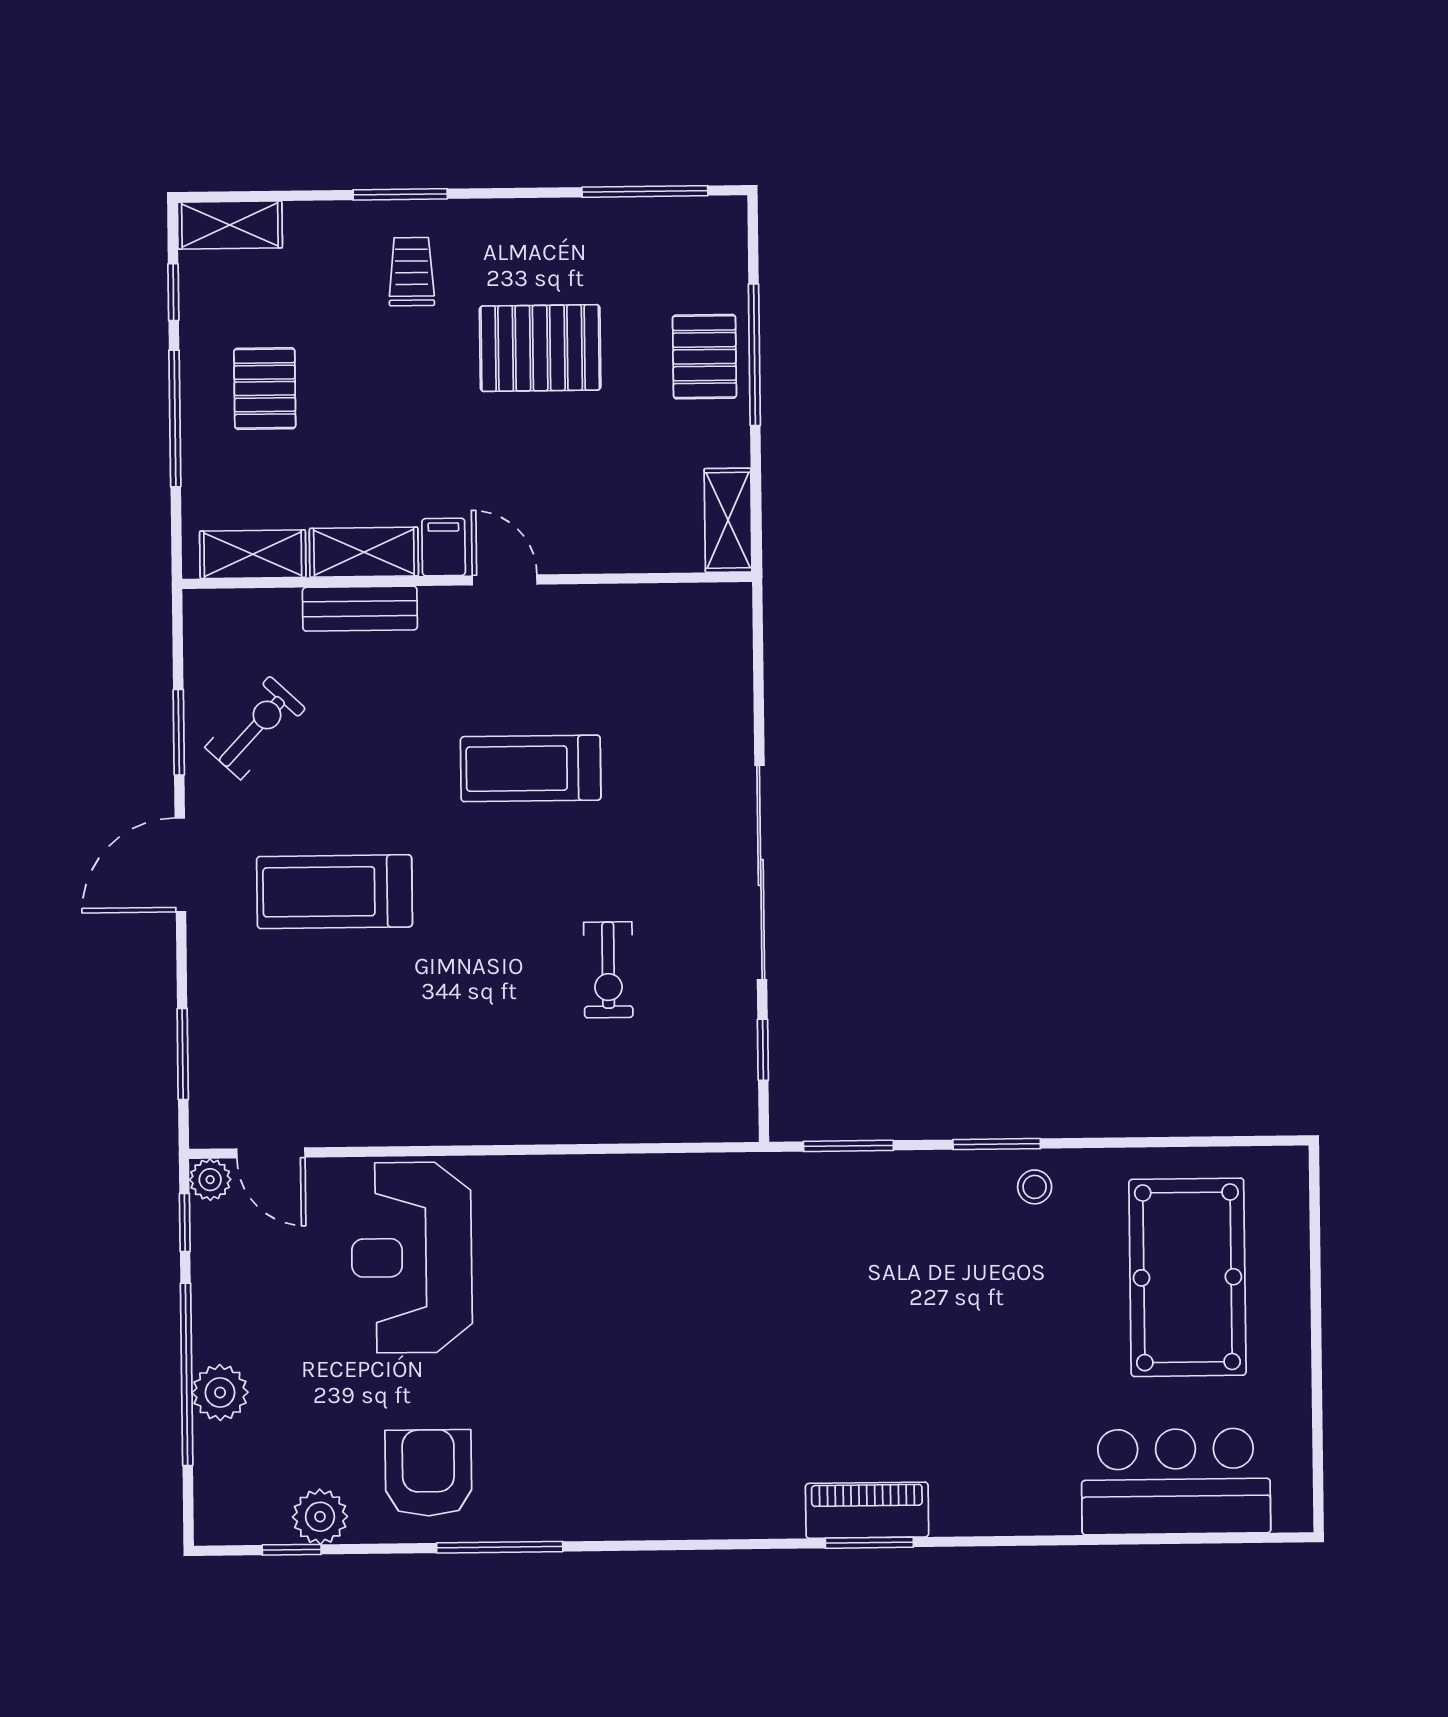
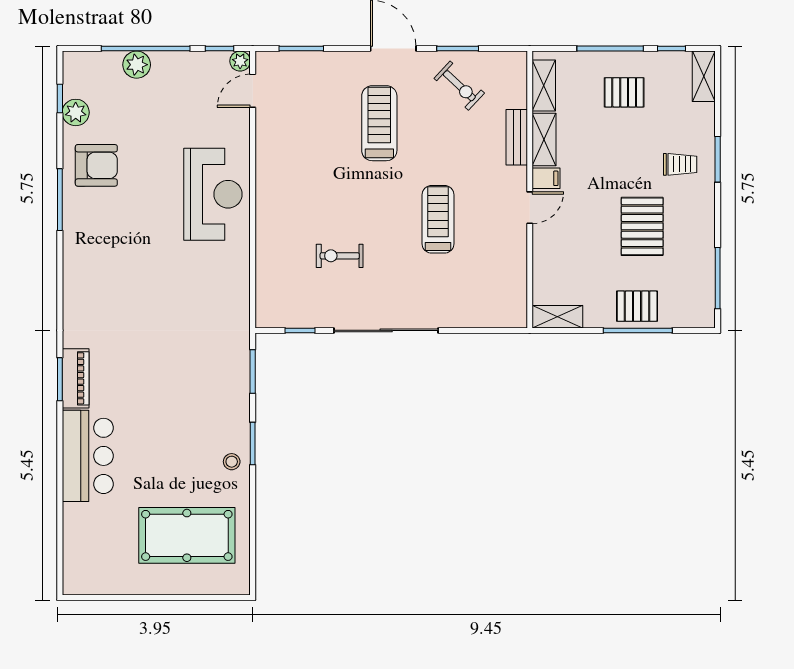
reception desk: (412, 1257) -> (213, 194), moved, turned 90
bar counter: (1176, 1481) -> (88, 456), moved

